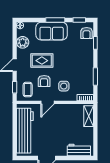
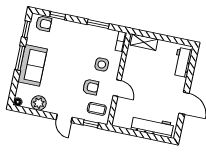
rug: (42, 61) -> (65, 85), removed
workbench: (25, 131) -> (152, 126), width x0.73, depth x0.76

